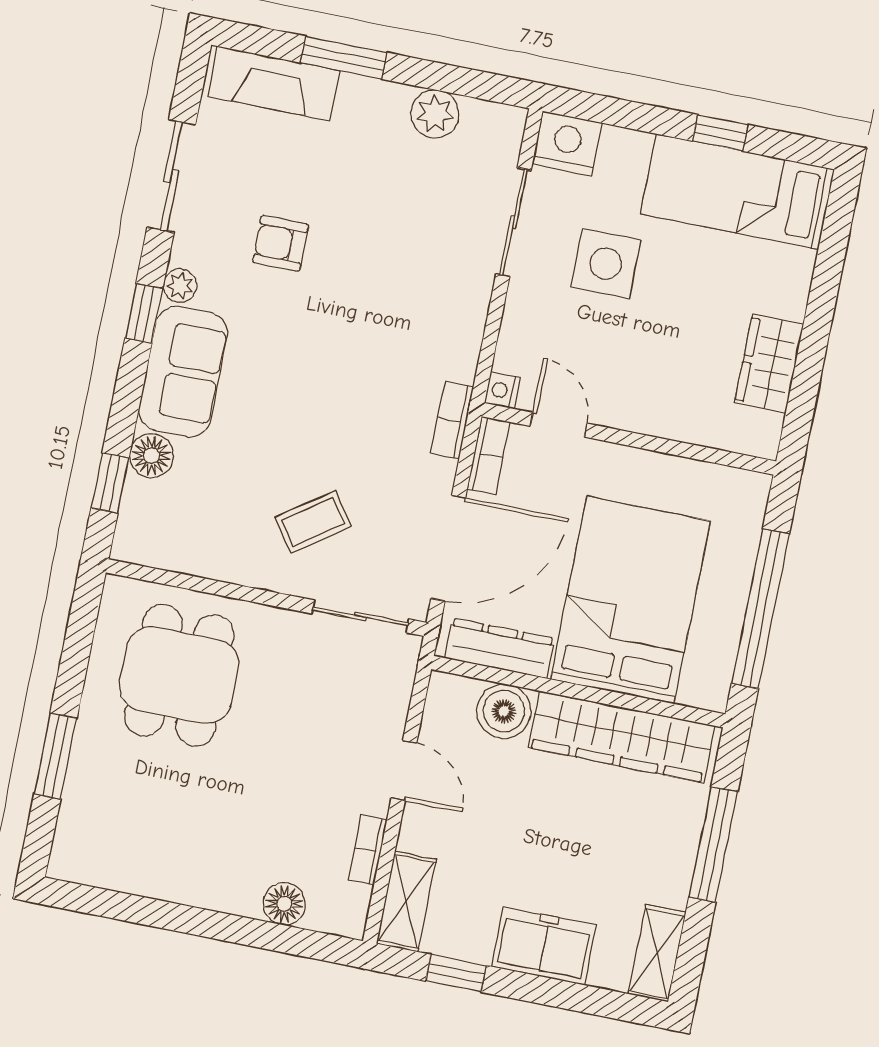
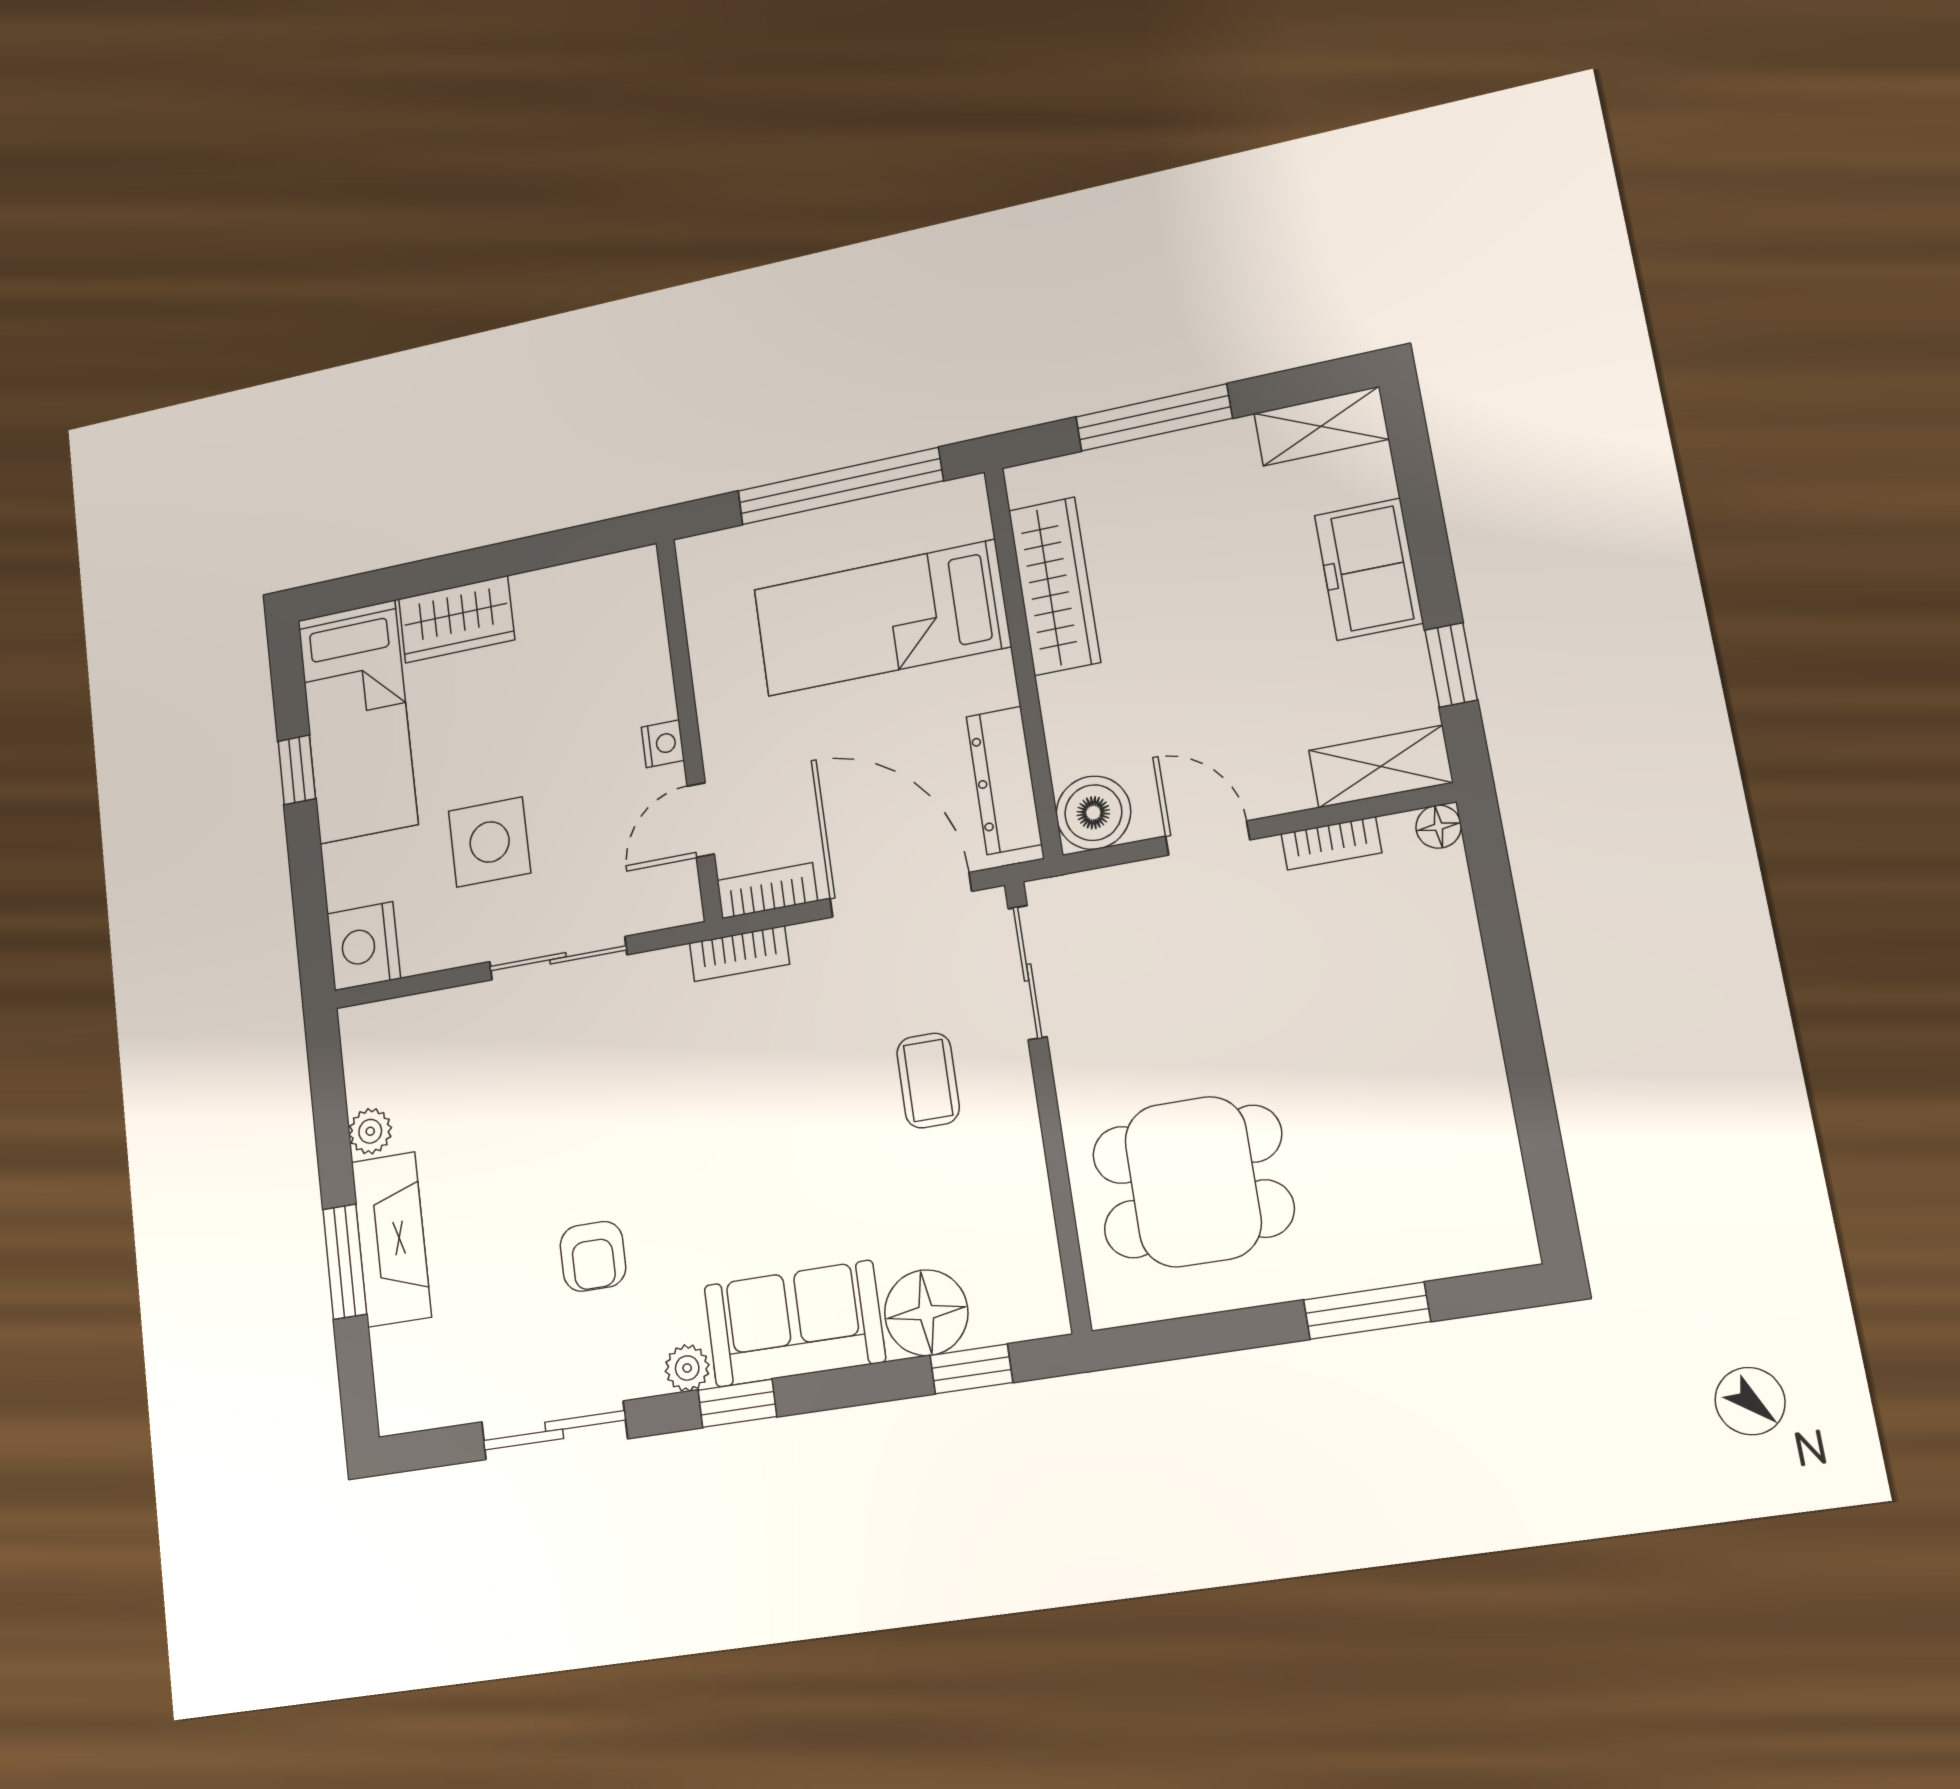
fireplace: (274, 83) -> (391, 1239), moved
plant: (435, 114) -> (370, 1131), width x0.73, depth x0.73
sliding door: (513, 222) -> (558, 958), moved
wardrobe: (769, 364) -> (456, 619), moved
nightstand: (502, 390) -> (663, 744), moved, turned -90
floor lamp: (151, 456) -> (926, 1313), width x1.38, depth x1.38
coffee table: (313, 522) -> (928, 1080), turned 35
bed: (630, 600) -> (881, 618), width x0.67
boiler: (504, 711) -> (1093, 813), moved
wardrobe: (621, 737) -> (1054, 586), width x0.71, depth x0.85
door: (404, 771) -> (1208, 838), hinge flipped
floor lamp: (284, 904) -> (1439, 827), moved, width x0.73, depth x0.73

